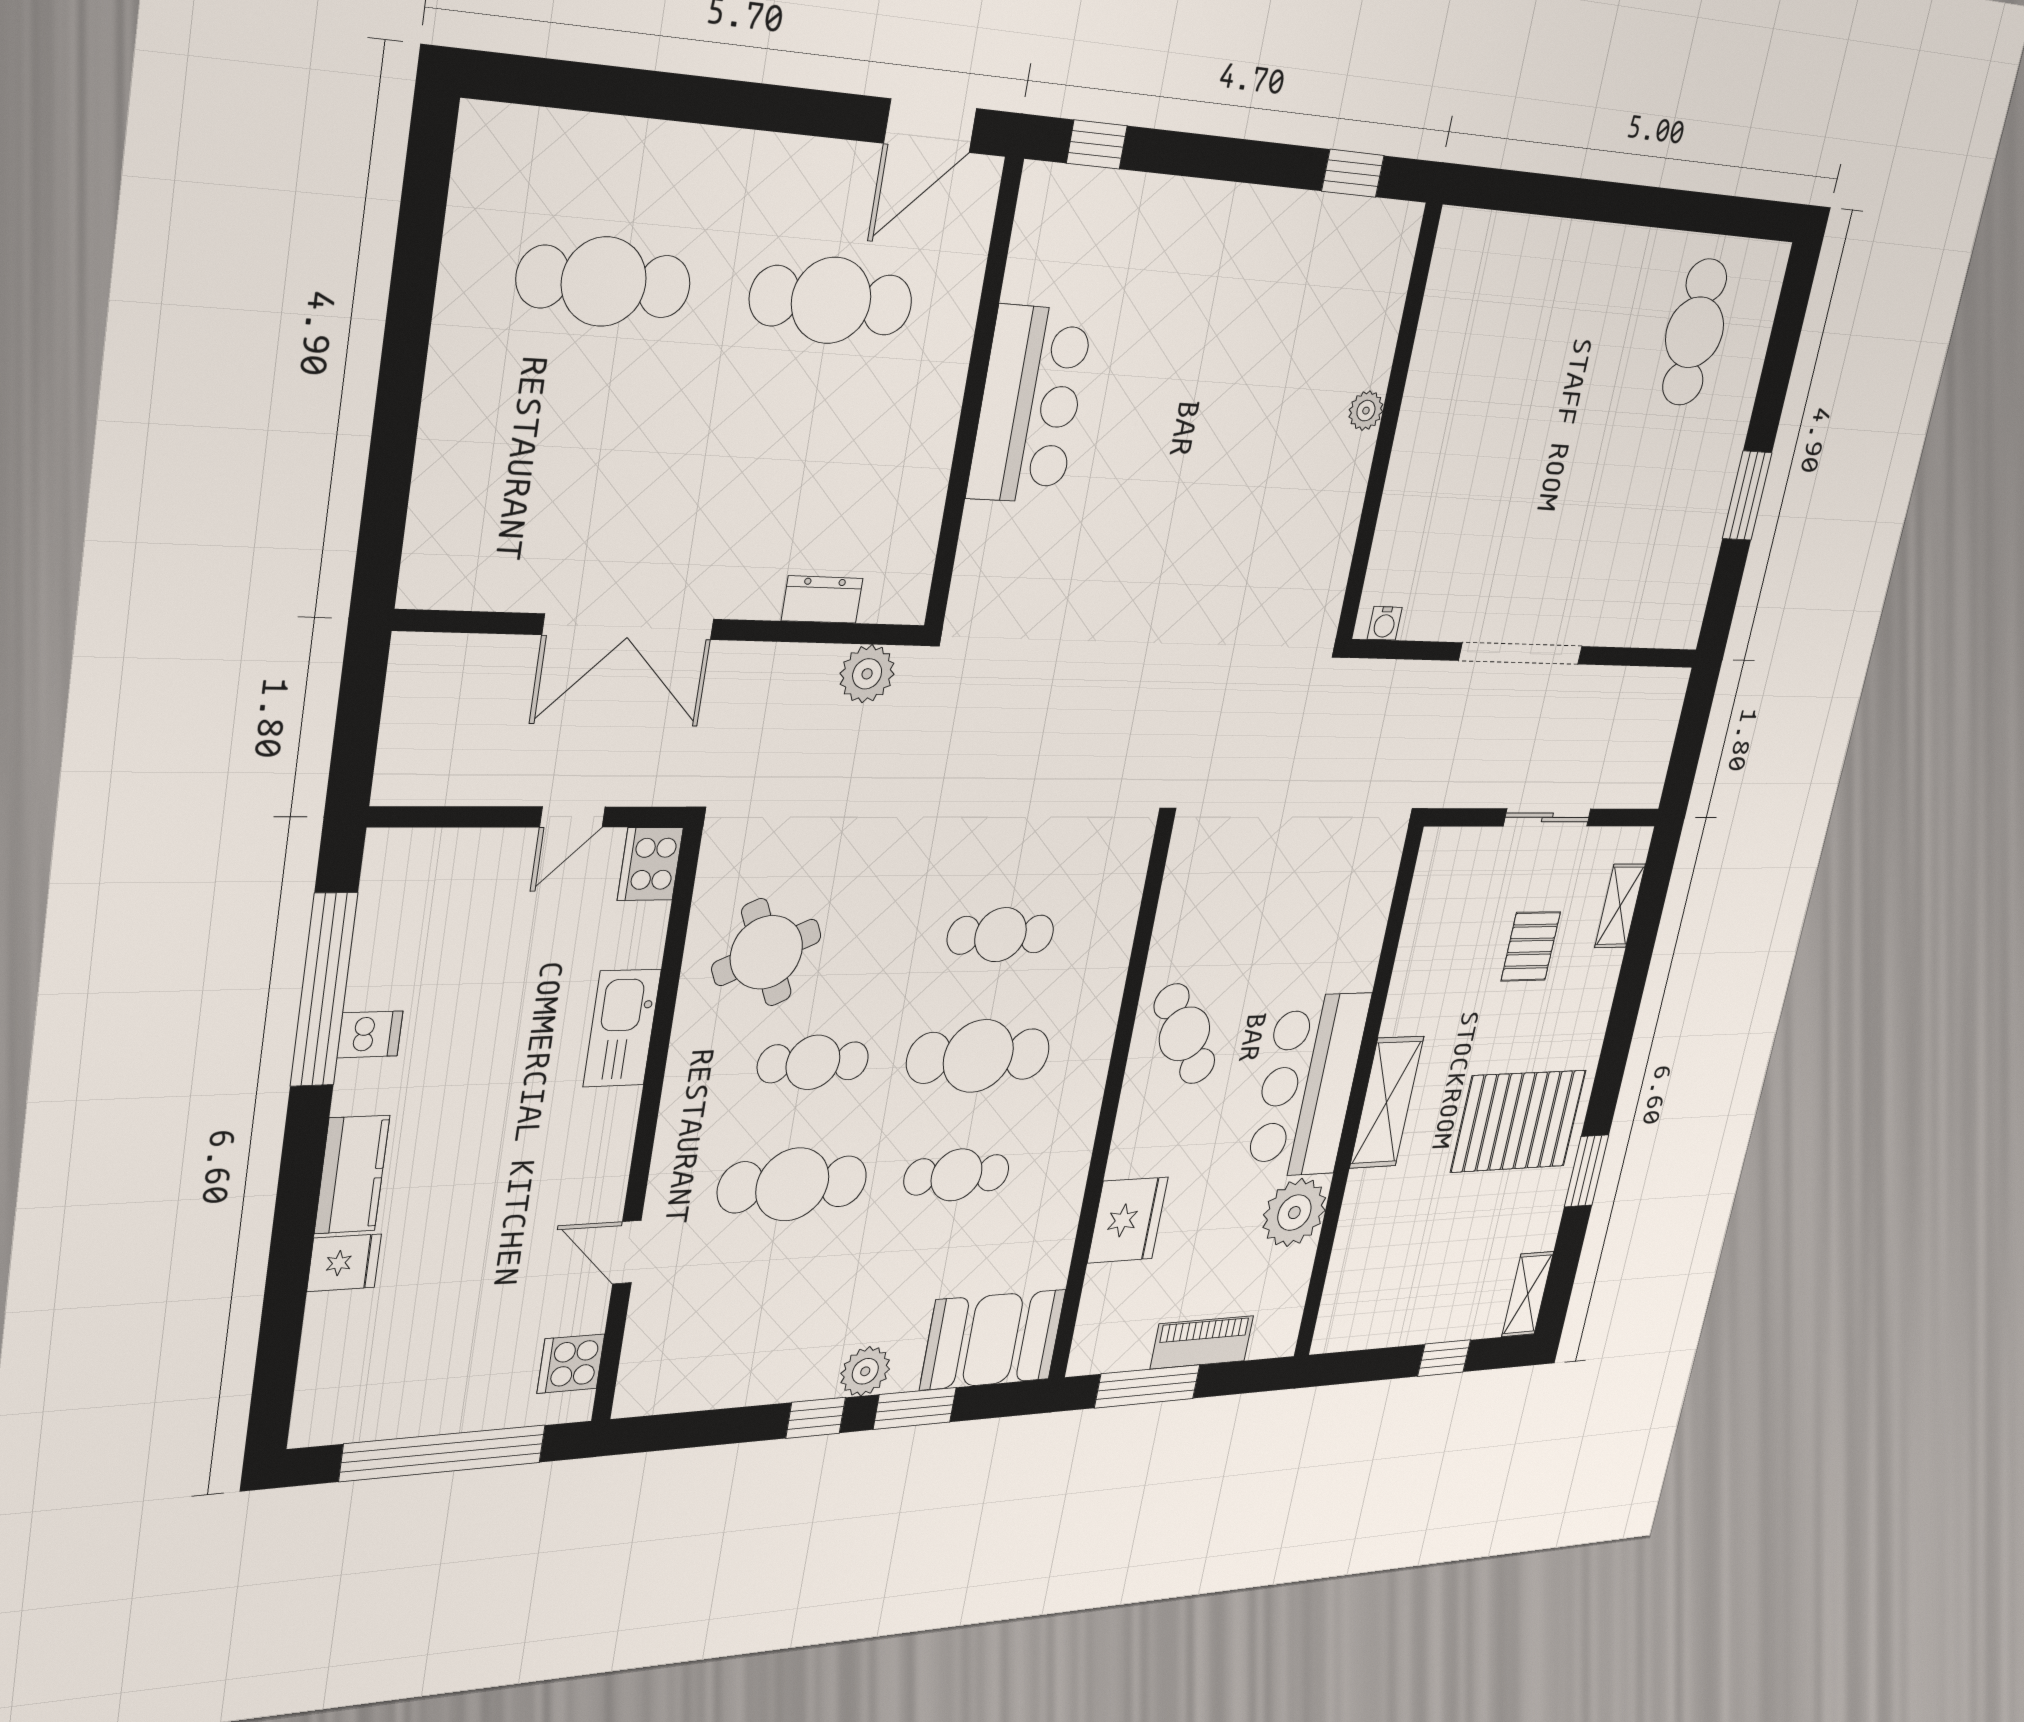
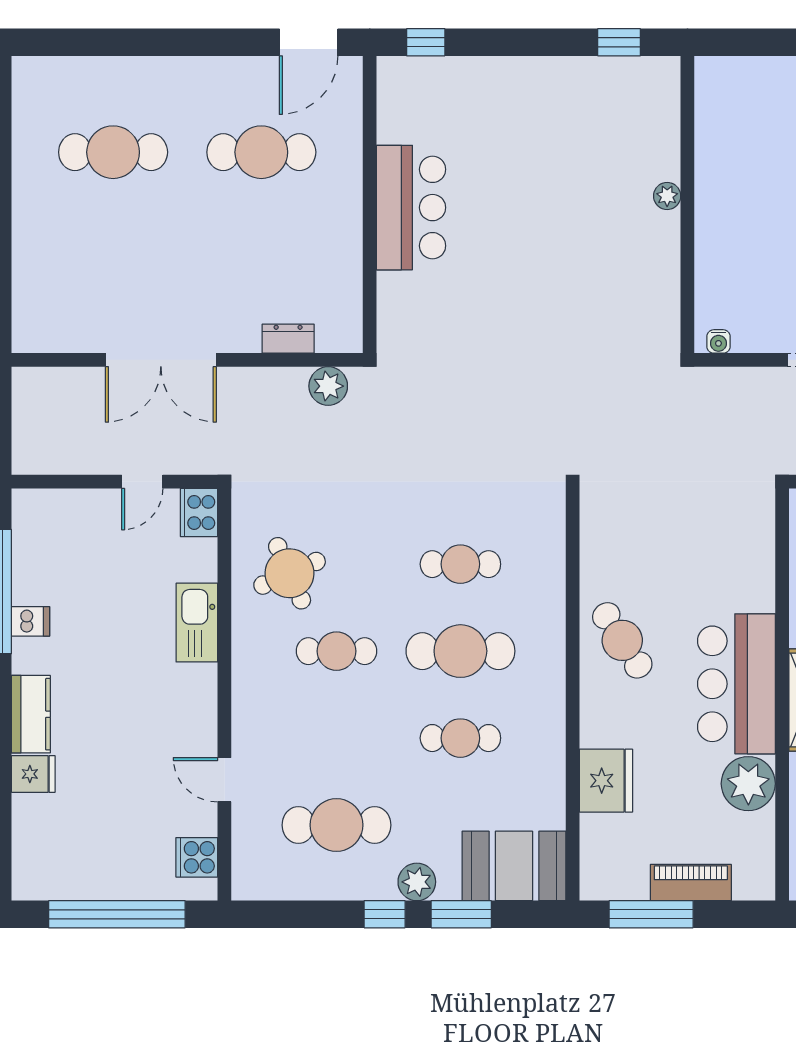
cafe table: (792, 1184) -> (337, 825), moved

